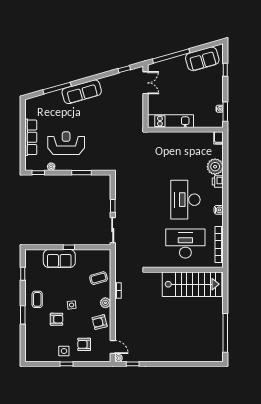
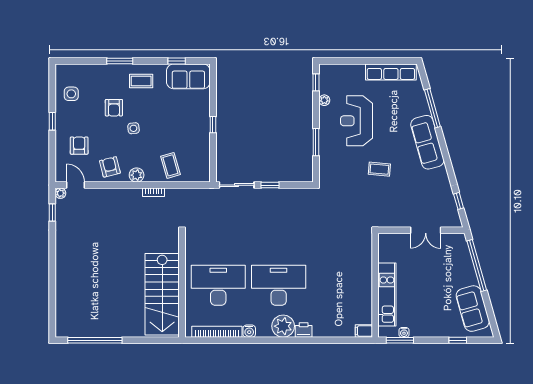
double door: (145, 83) -> (426, 230), moved
kitchen unit: (170, 121) -> (387, 295), moved
coffee table: (101, 127) -> (379, 169), added
row of seats: (31, 137) -> (391, 72), moved
reception desk: (66, 143) -> (356, 121), turned 180
plant: (215, 167) -> (283, 326), moved
water cooler: (219, 210) -> (249, 331), moved
desk: (185, 243) -> (218, 285), turned -90
sofa: (59, 258) -> (188, 76), moved, turned -90
door: (113, 347) -> (75, 185), swing flipped
side table: (64, 351) -> (71, 94), moved

